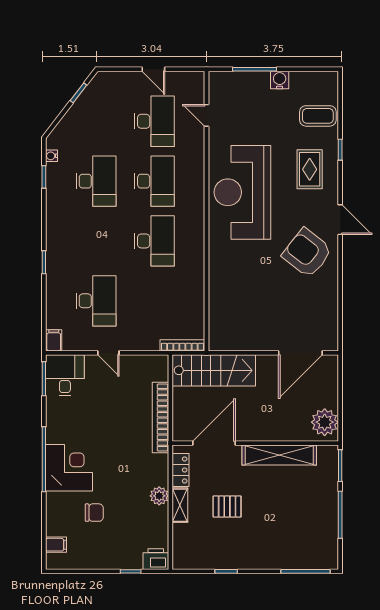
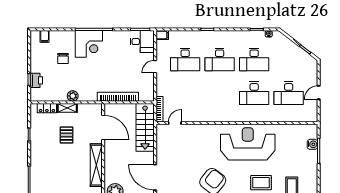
water cooler: (280, 80) -> (312, 144), moved
door: (206, 115) -> (175, 123), moved
desk: (154, 241) -> (220, 59), moved
locker: (180, 470) -> (47, 108), moved
printer: (156, 559) -> (36, 80), moved

